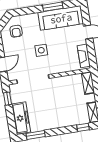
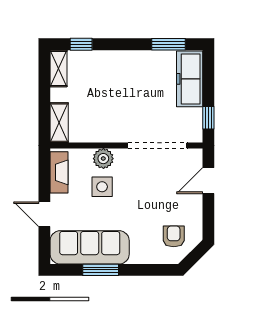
side table: (41, 50) -> (102, 187), moved
plant: (61, 67) -> (103, 159), added

